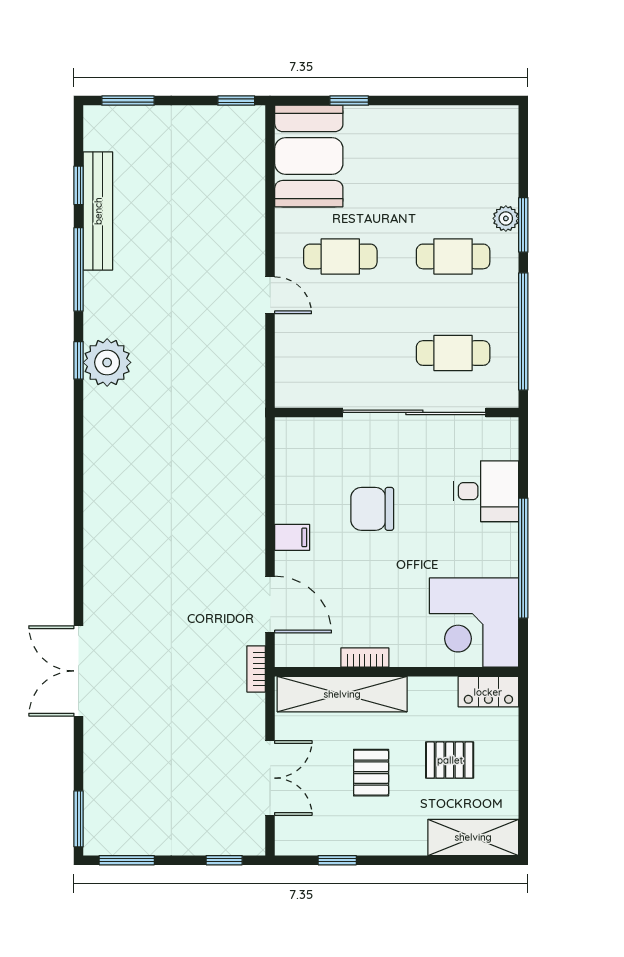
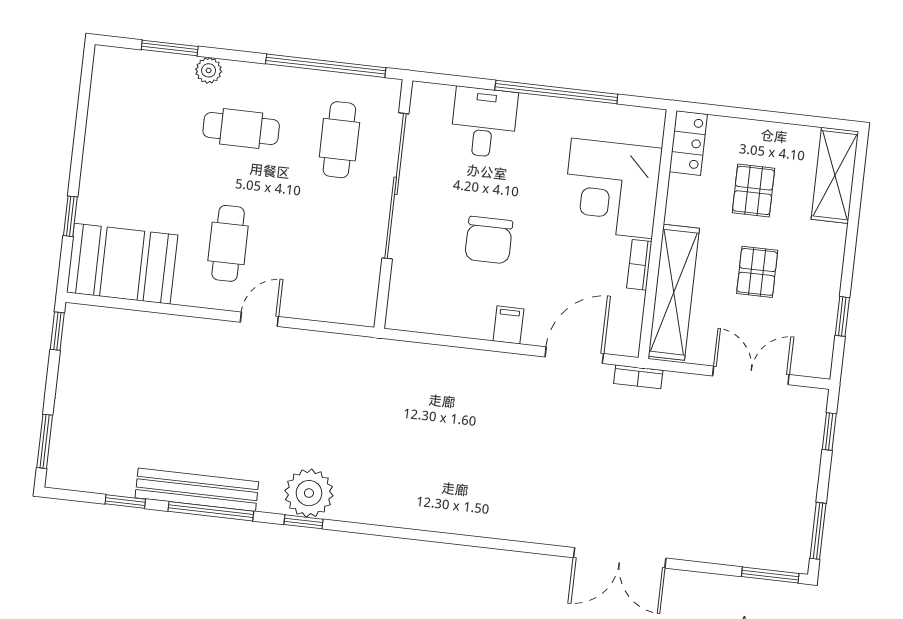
bench: (98, 211) -> (197, 490), moved
window: (523, 225) -> (170, 48), moved
cafe table: (453, 256) -> (241, 129), turned 90
corner desk: (474, 623) -> (612, 188), moved, turned 90
pallet: (371, 773) -> (757, 272), turned 90

